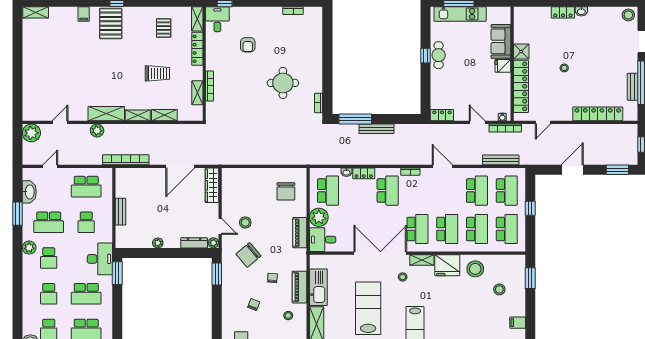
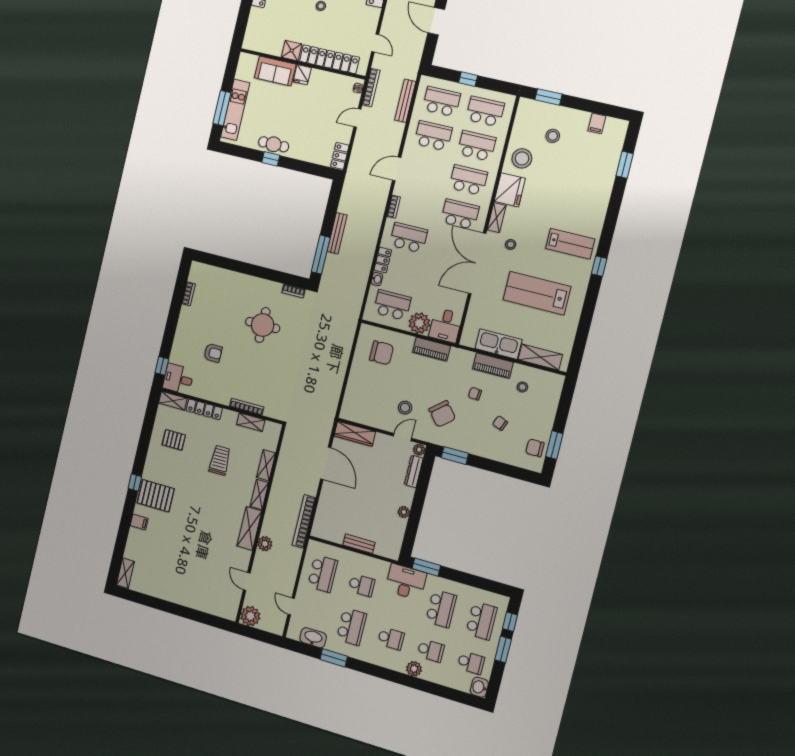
plant: (29, 248) -> (414, 669), moved

